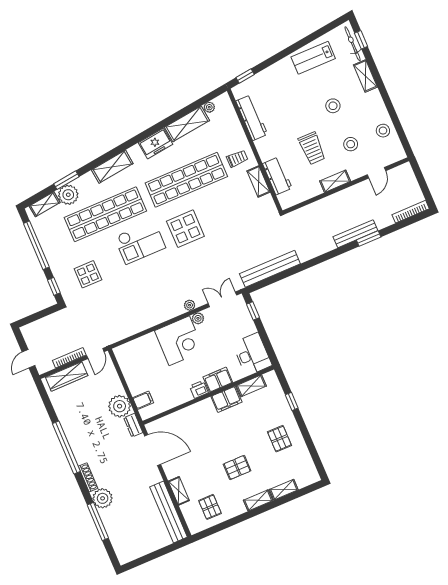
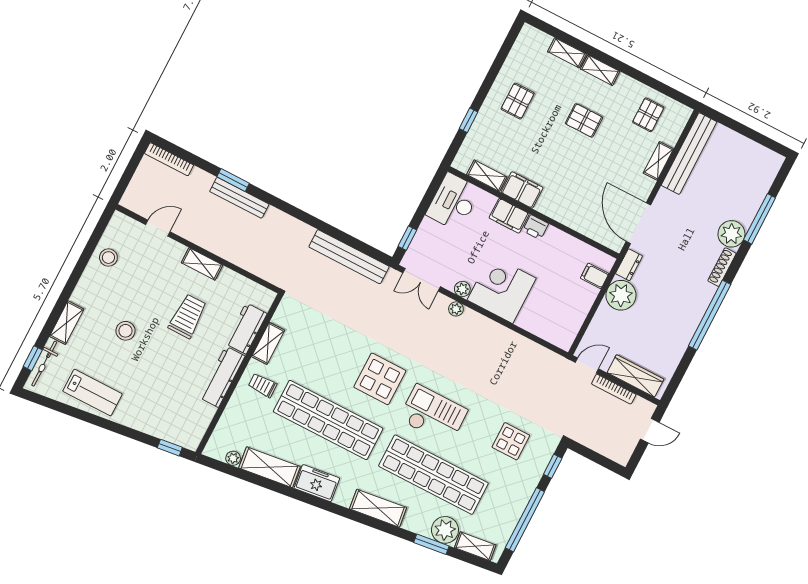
workbench: (252, 118) -> (222, 377), moved
stool: (351, 144) -> (150, 280), removed

